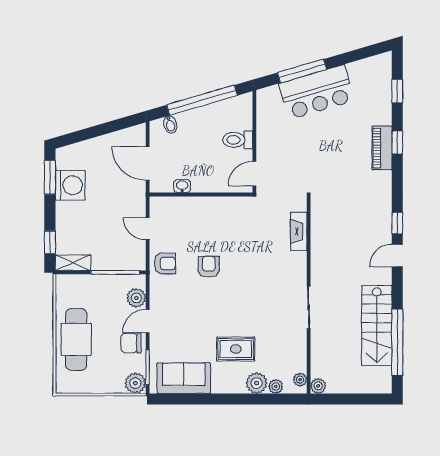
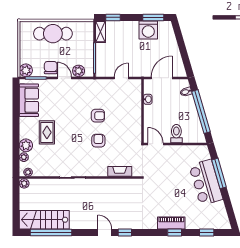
armchair: (165, 263) -> (98, 141), moved, turned 180
stairs: (377, 326) -> (44, 220), moved

